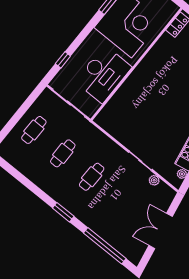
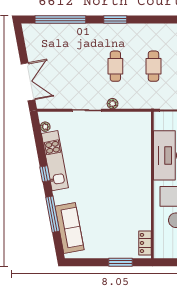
plant: (154, 180) -> (113, 104), moved
double door: (161, 231) -> (28, 82), moved

